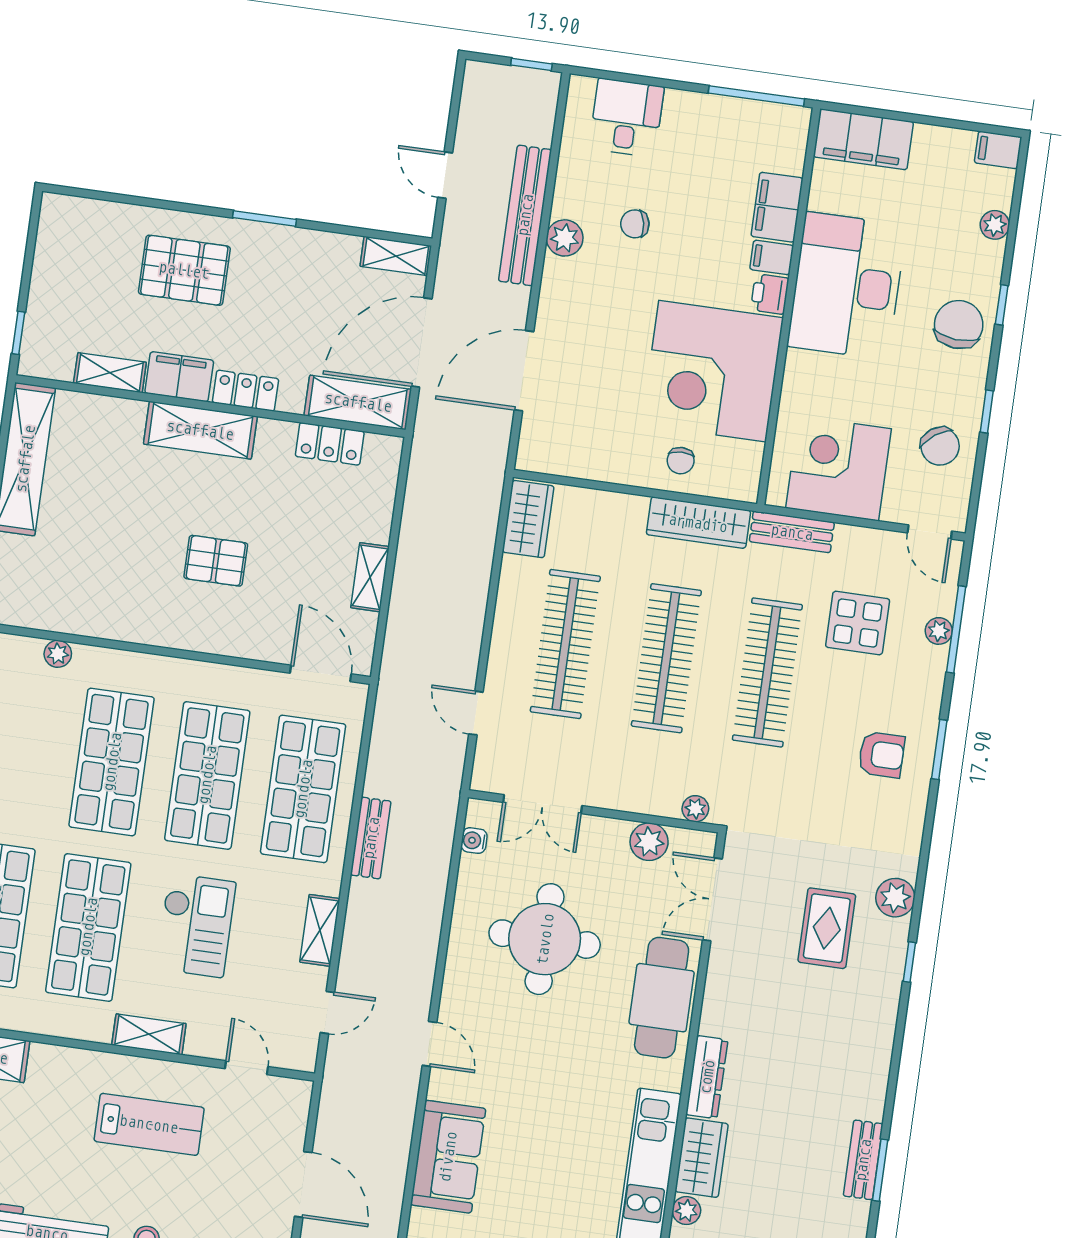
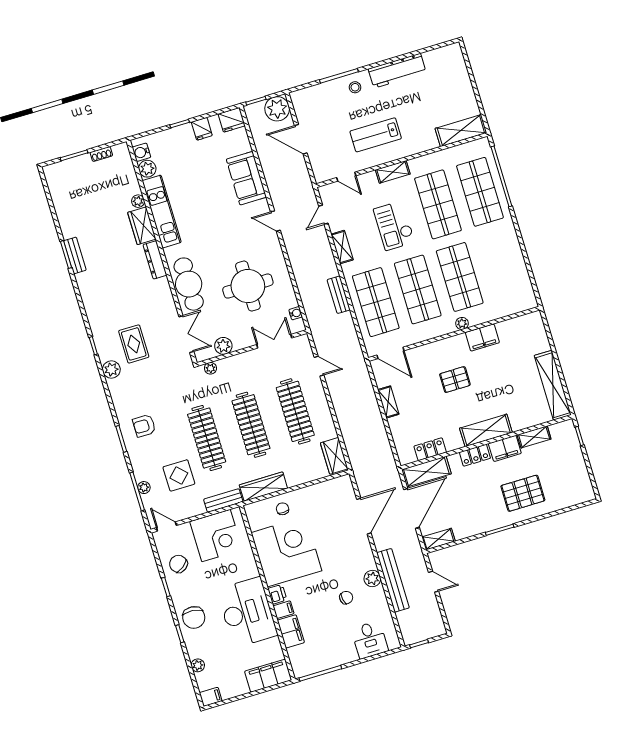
filing cabinet: (122, 620) -> (482, 337), added
plant: (58, 654) -> (462, 323), moved

